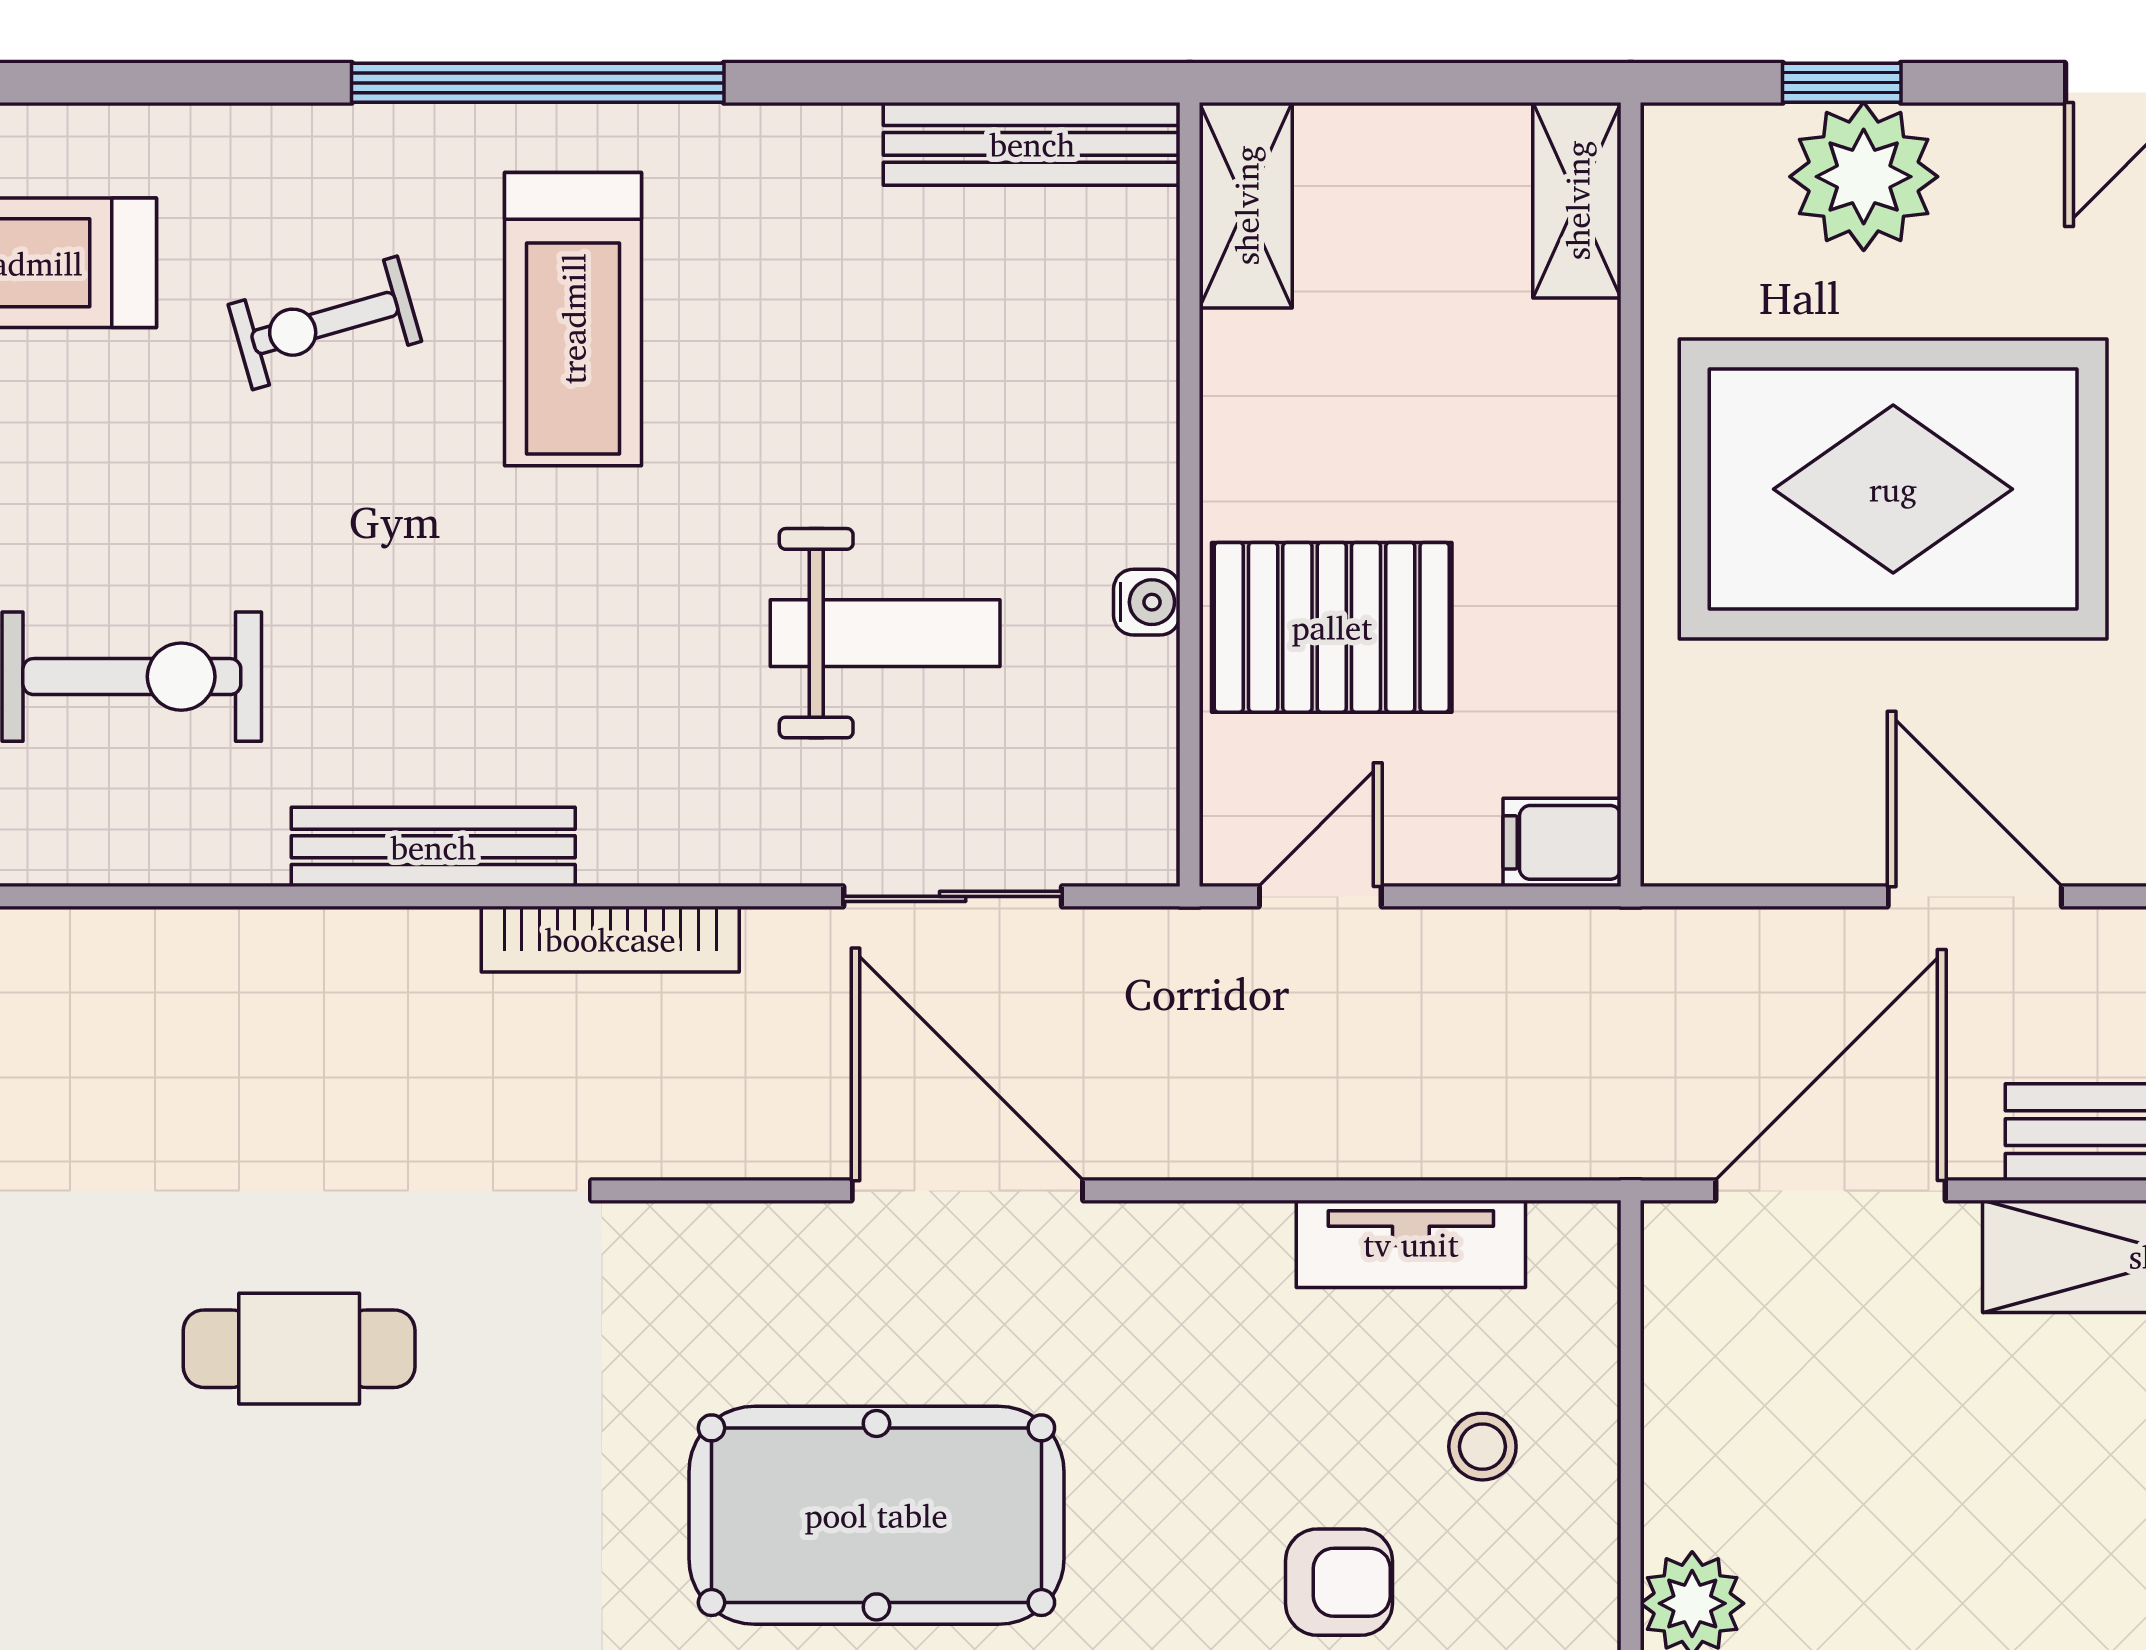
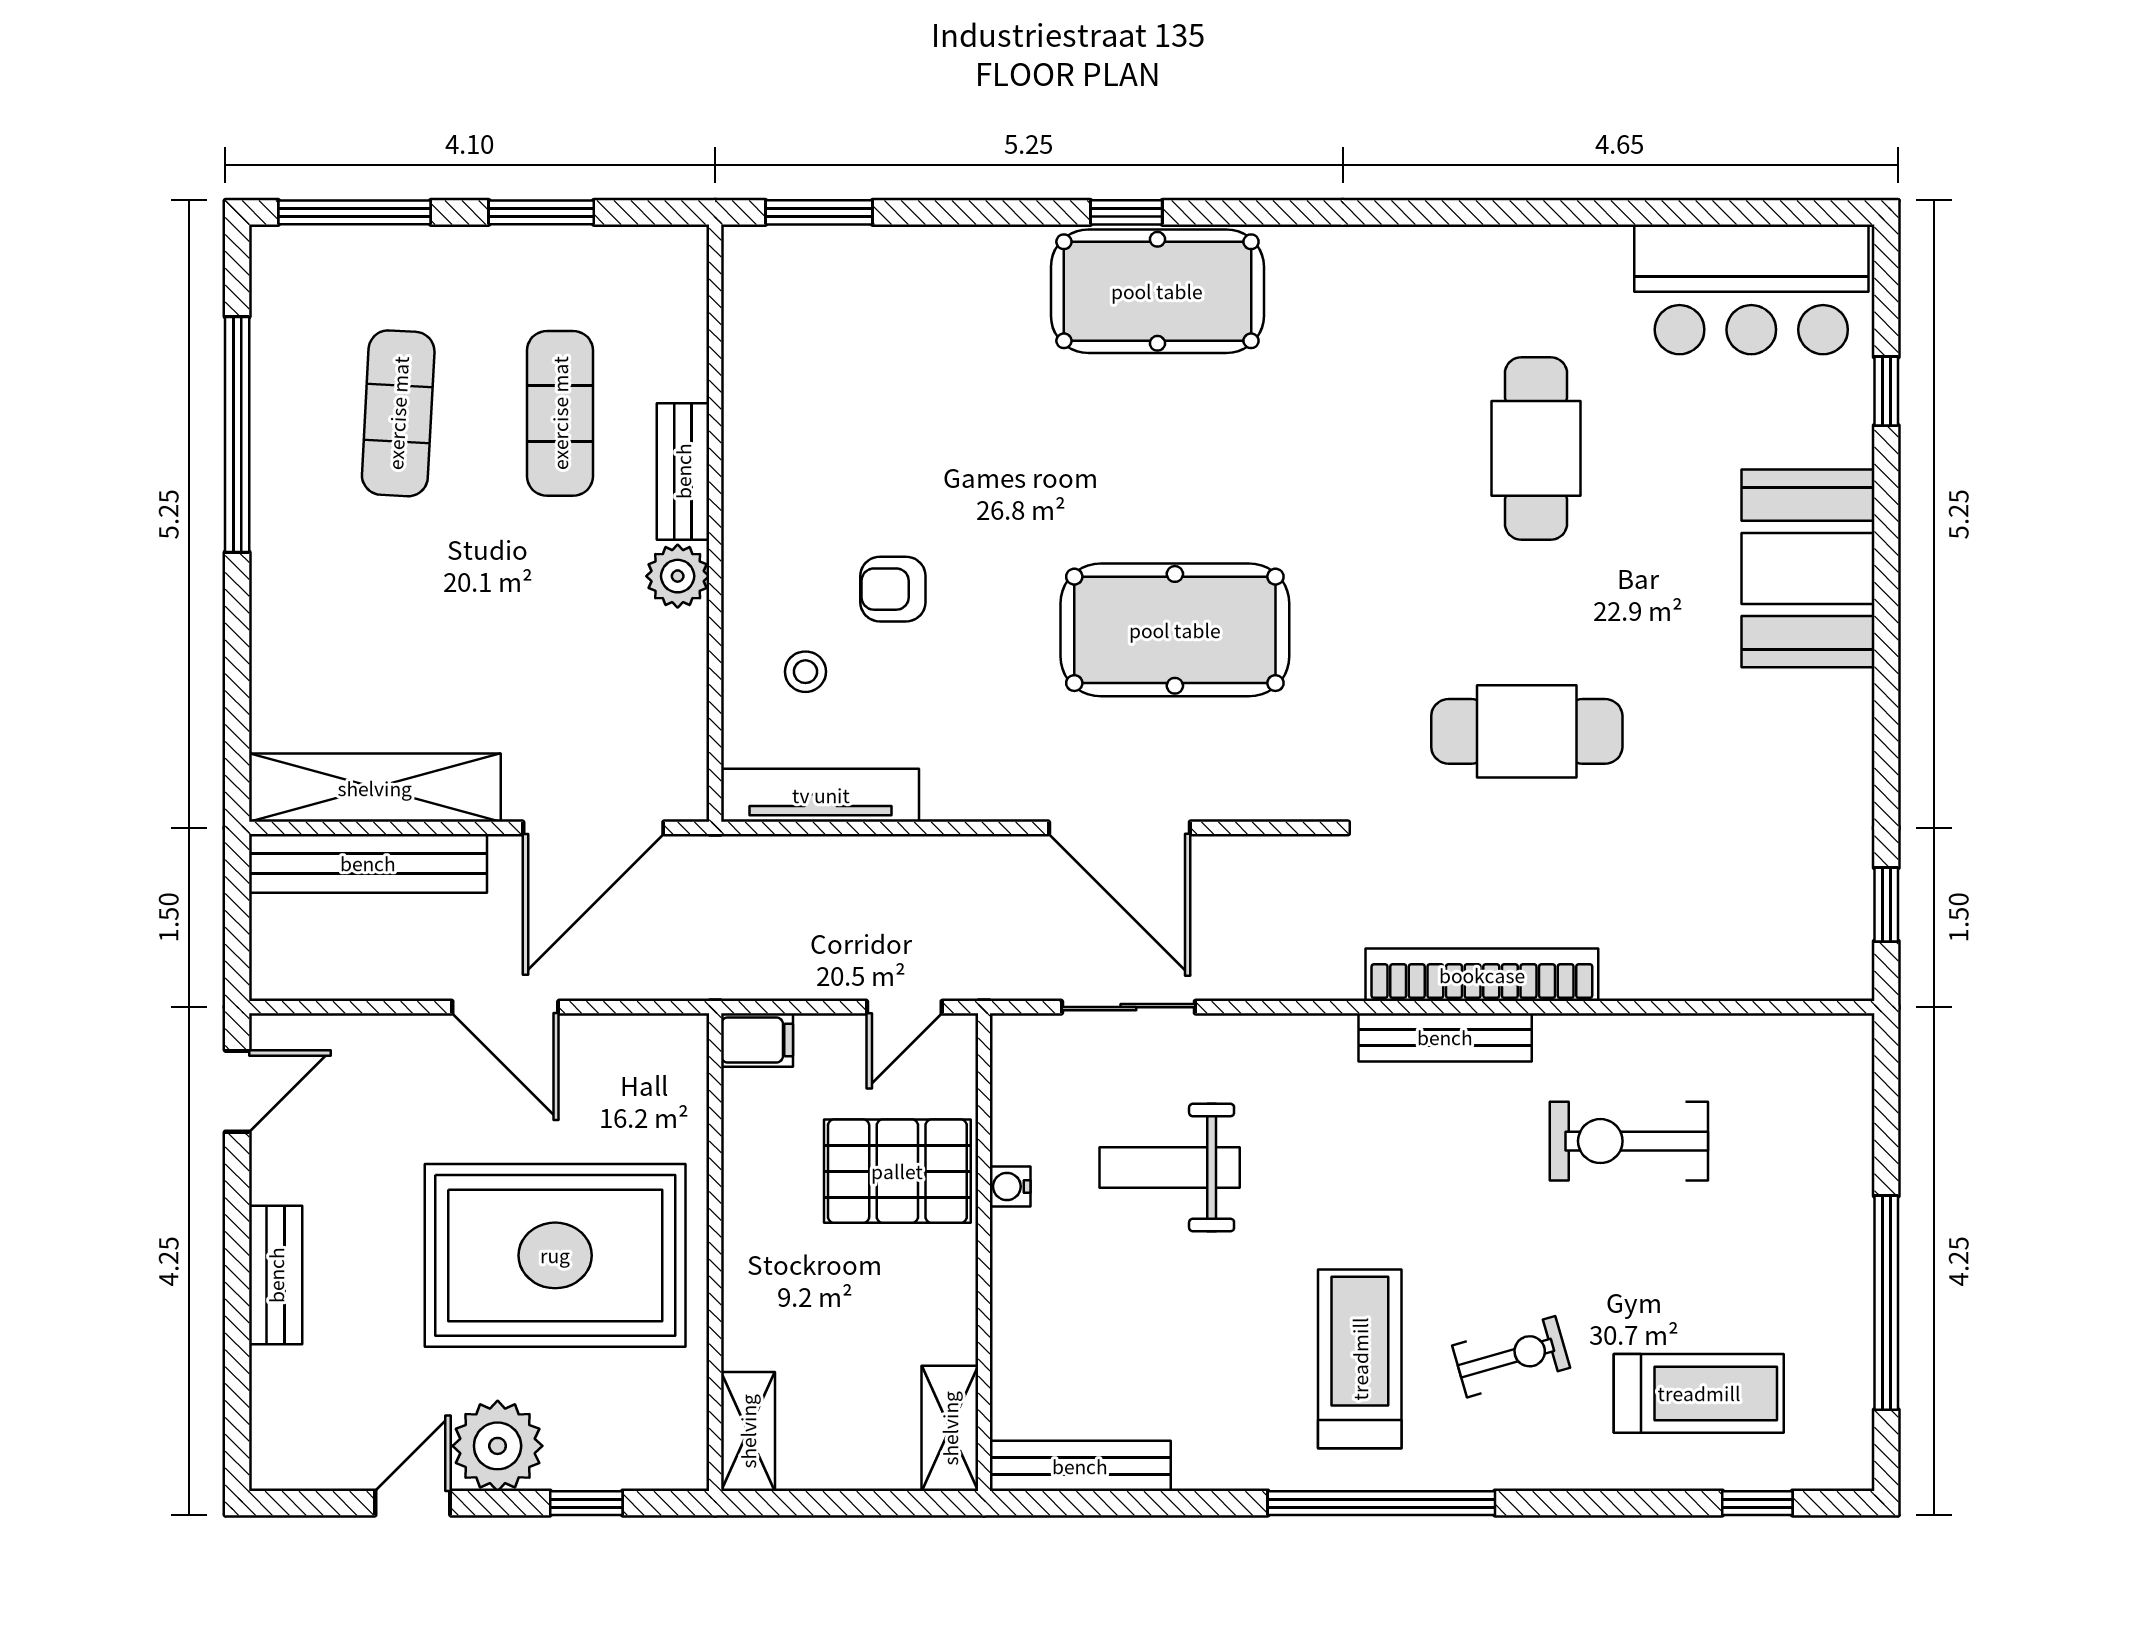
plant: (1864, 177) -> (498, 1446), moved
bookcase: (610, 939) -> (1482, 975), moved, width x1.48, depth x1.31
tv unit: (1411, 1244) -> (821, 795), width x1.41
cafe table: (299, 1349) -> (1527, 731), width x1.37, depth x1.35

